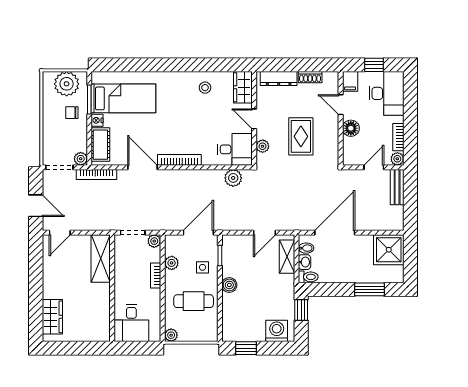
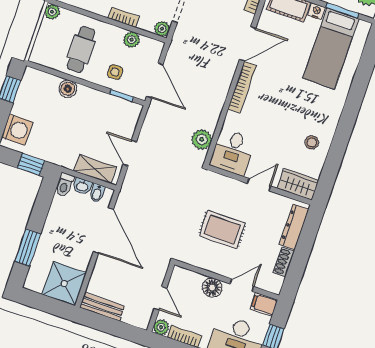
plant: (263, 146) -> (226, 184), removed
bench: (397, 187) -> (103, 307), moved
boiler: (229, 285) -> (68, 89), moved

